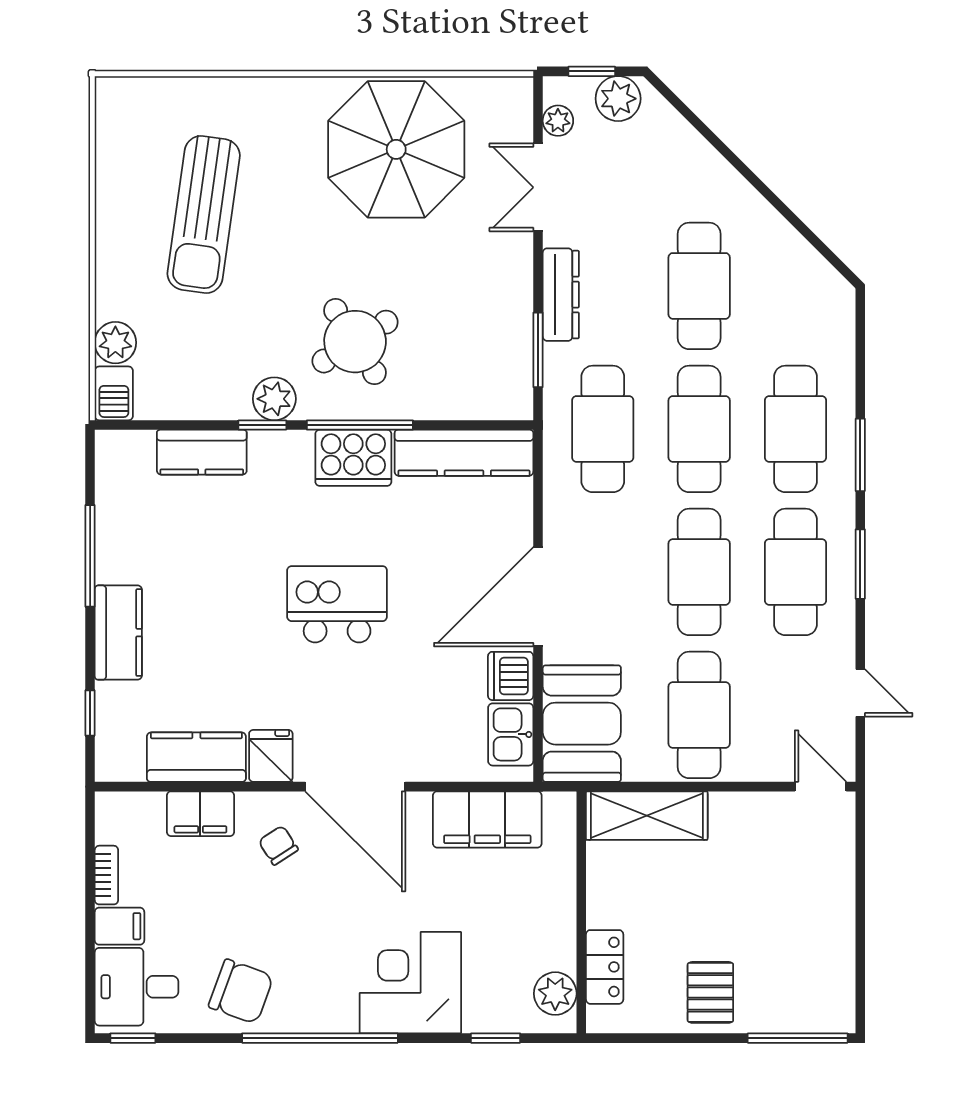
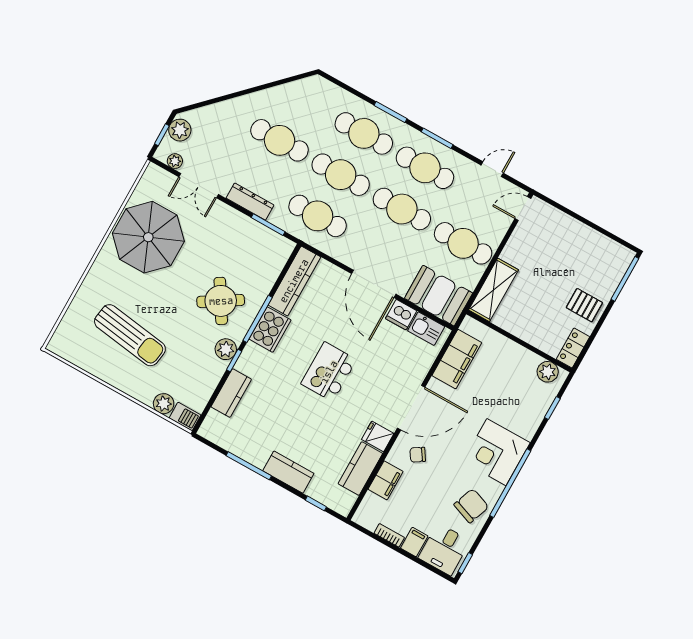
locker: (605, 967) -> (573, 348), moved, turned -90
corner desk: (410, 983) -> (496, 452), moved

